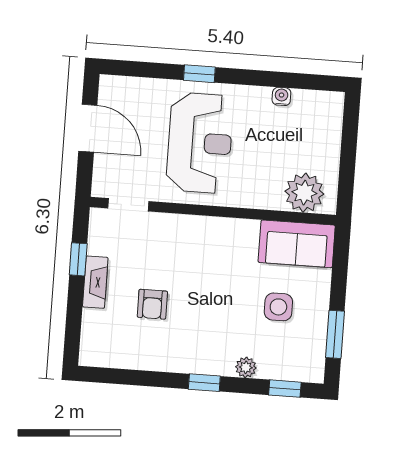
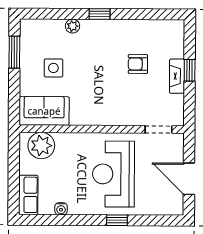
row of seats: (329, 121) -> (28, 195), added
window: (78, 259) -> (190, 70), moved
armchair: (152, 304) -> (138, 64), turned -90
window: (285, 389) -> (45, 14), removed

